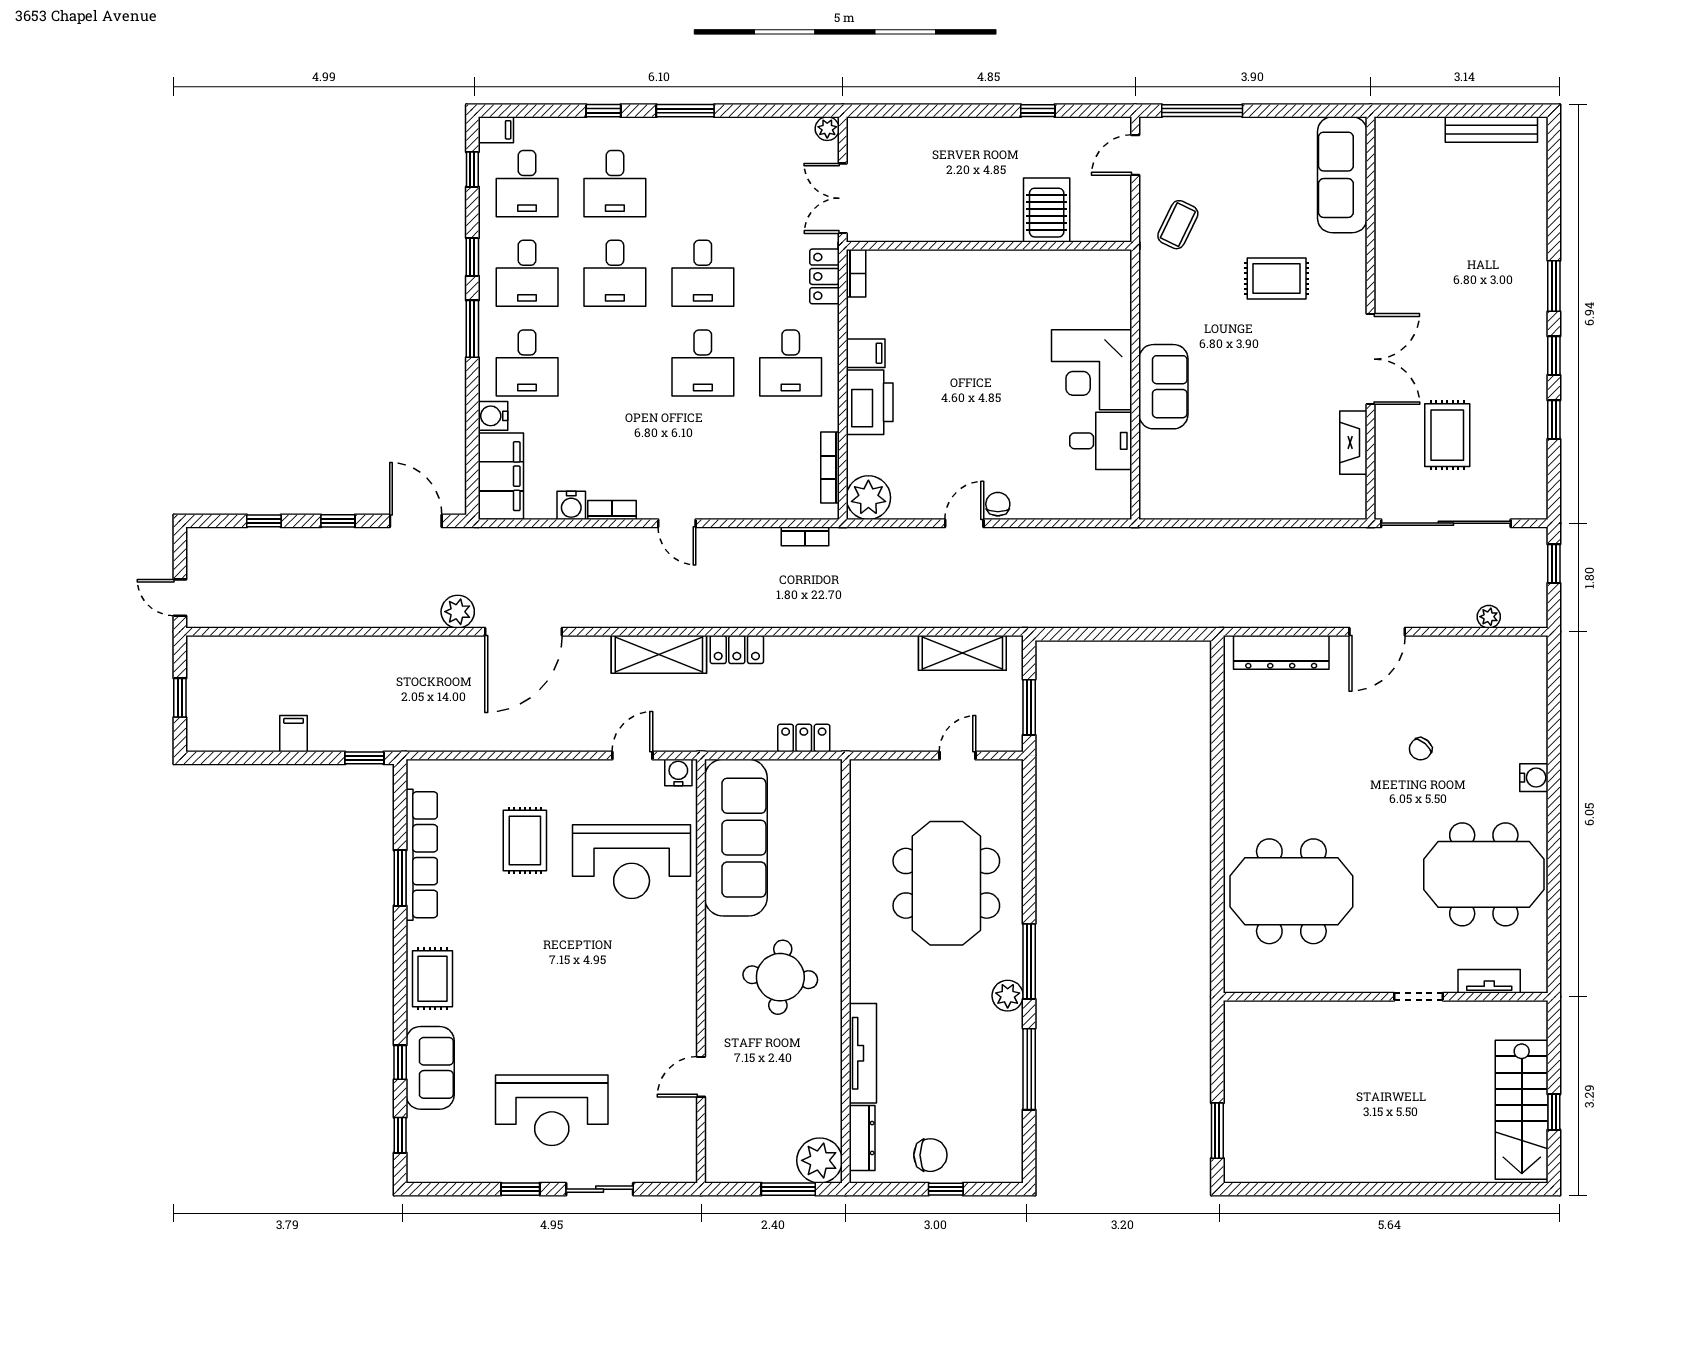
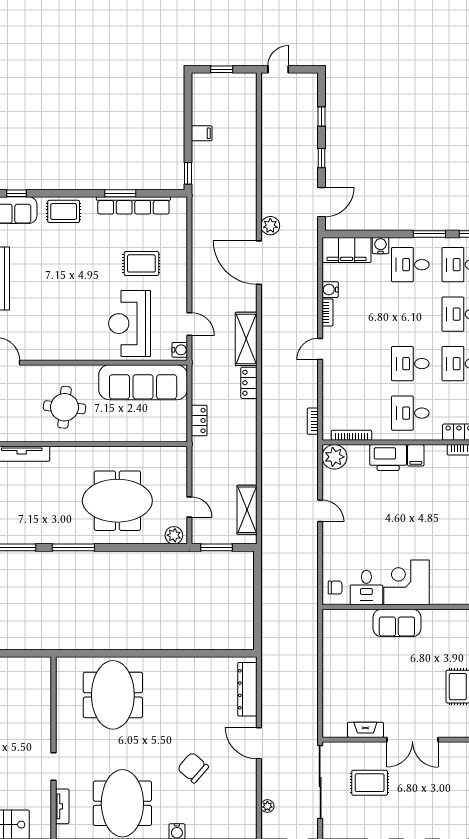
chair: (998, 504) -> (335, 588), moved
chair: (1421, 749) -> (193, 768), width x1.87, depth x1.87
plant: (1008, 996) -> (174, 535), moved

